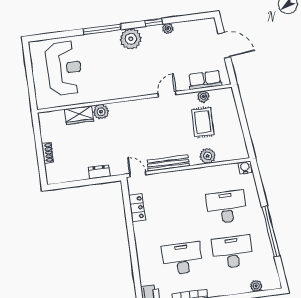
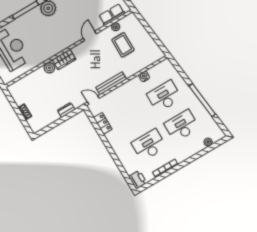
wardrobe: (79, 115) -> (64, 60), moved
plant: (208, 156) -> (136, 67), removed
water cooler: (245, 168) -> (144, 76), moved

